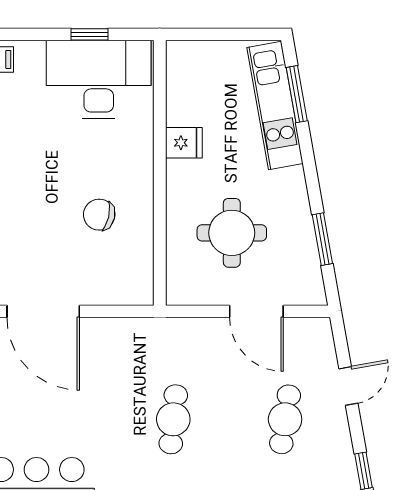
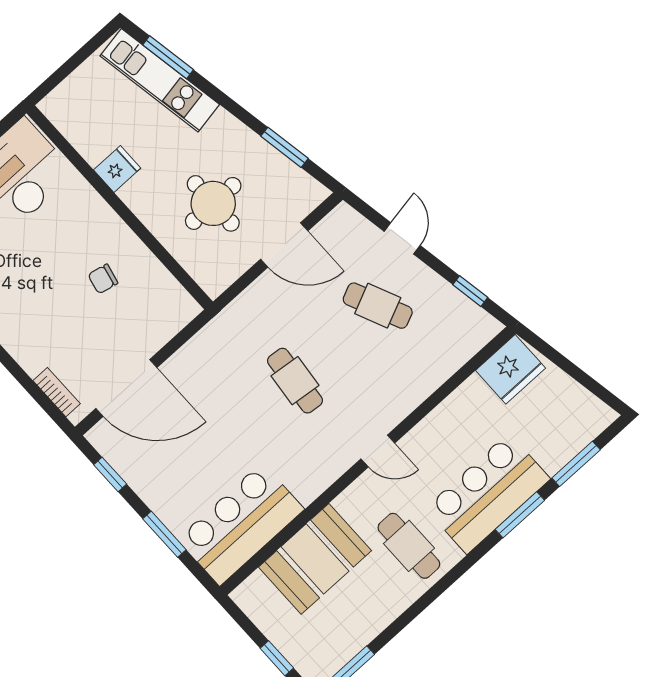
chair: (99, 215) -> (103, 279), width x0.73, depth x0.73
cafe table: (285, 419) -> (378, 306), turned -33

